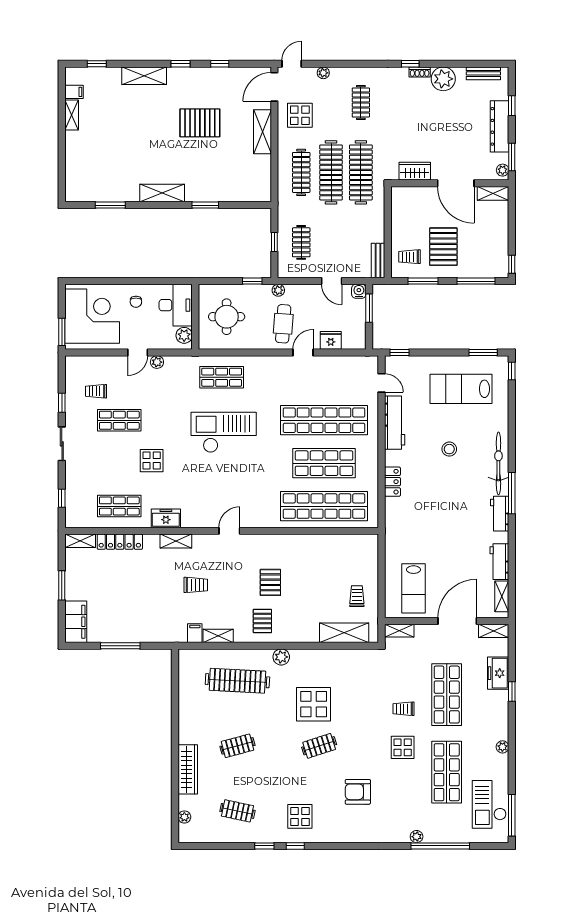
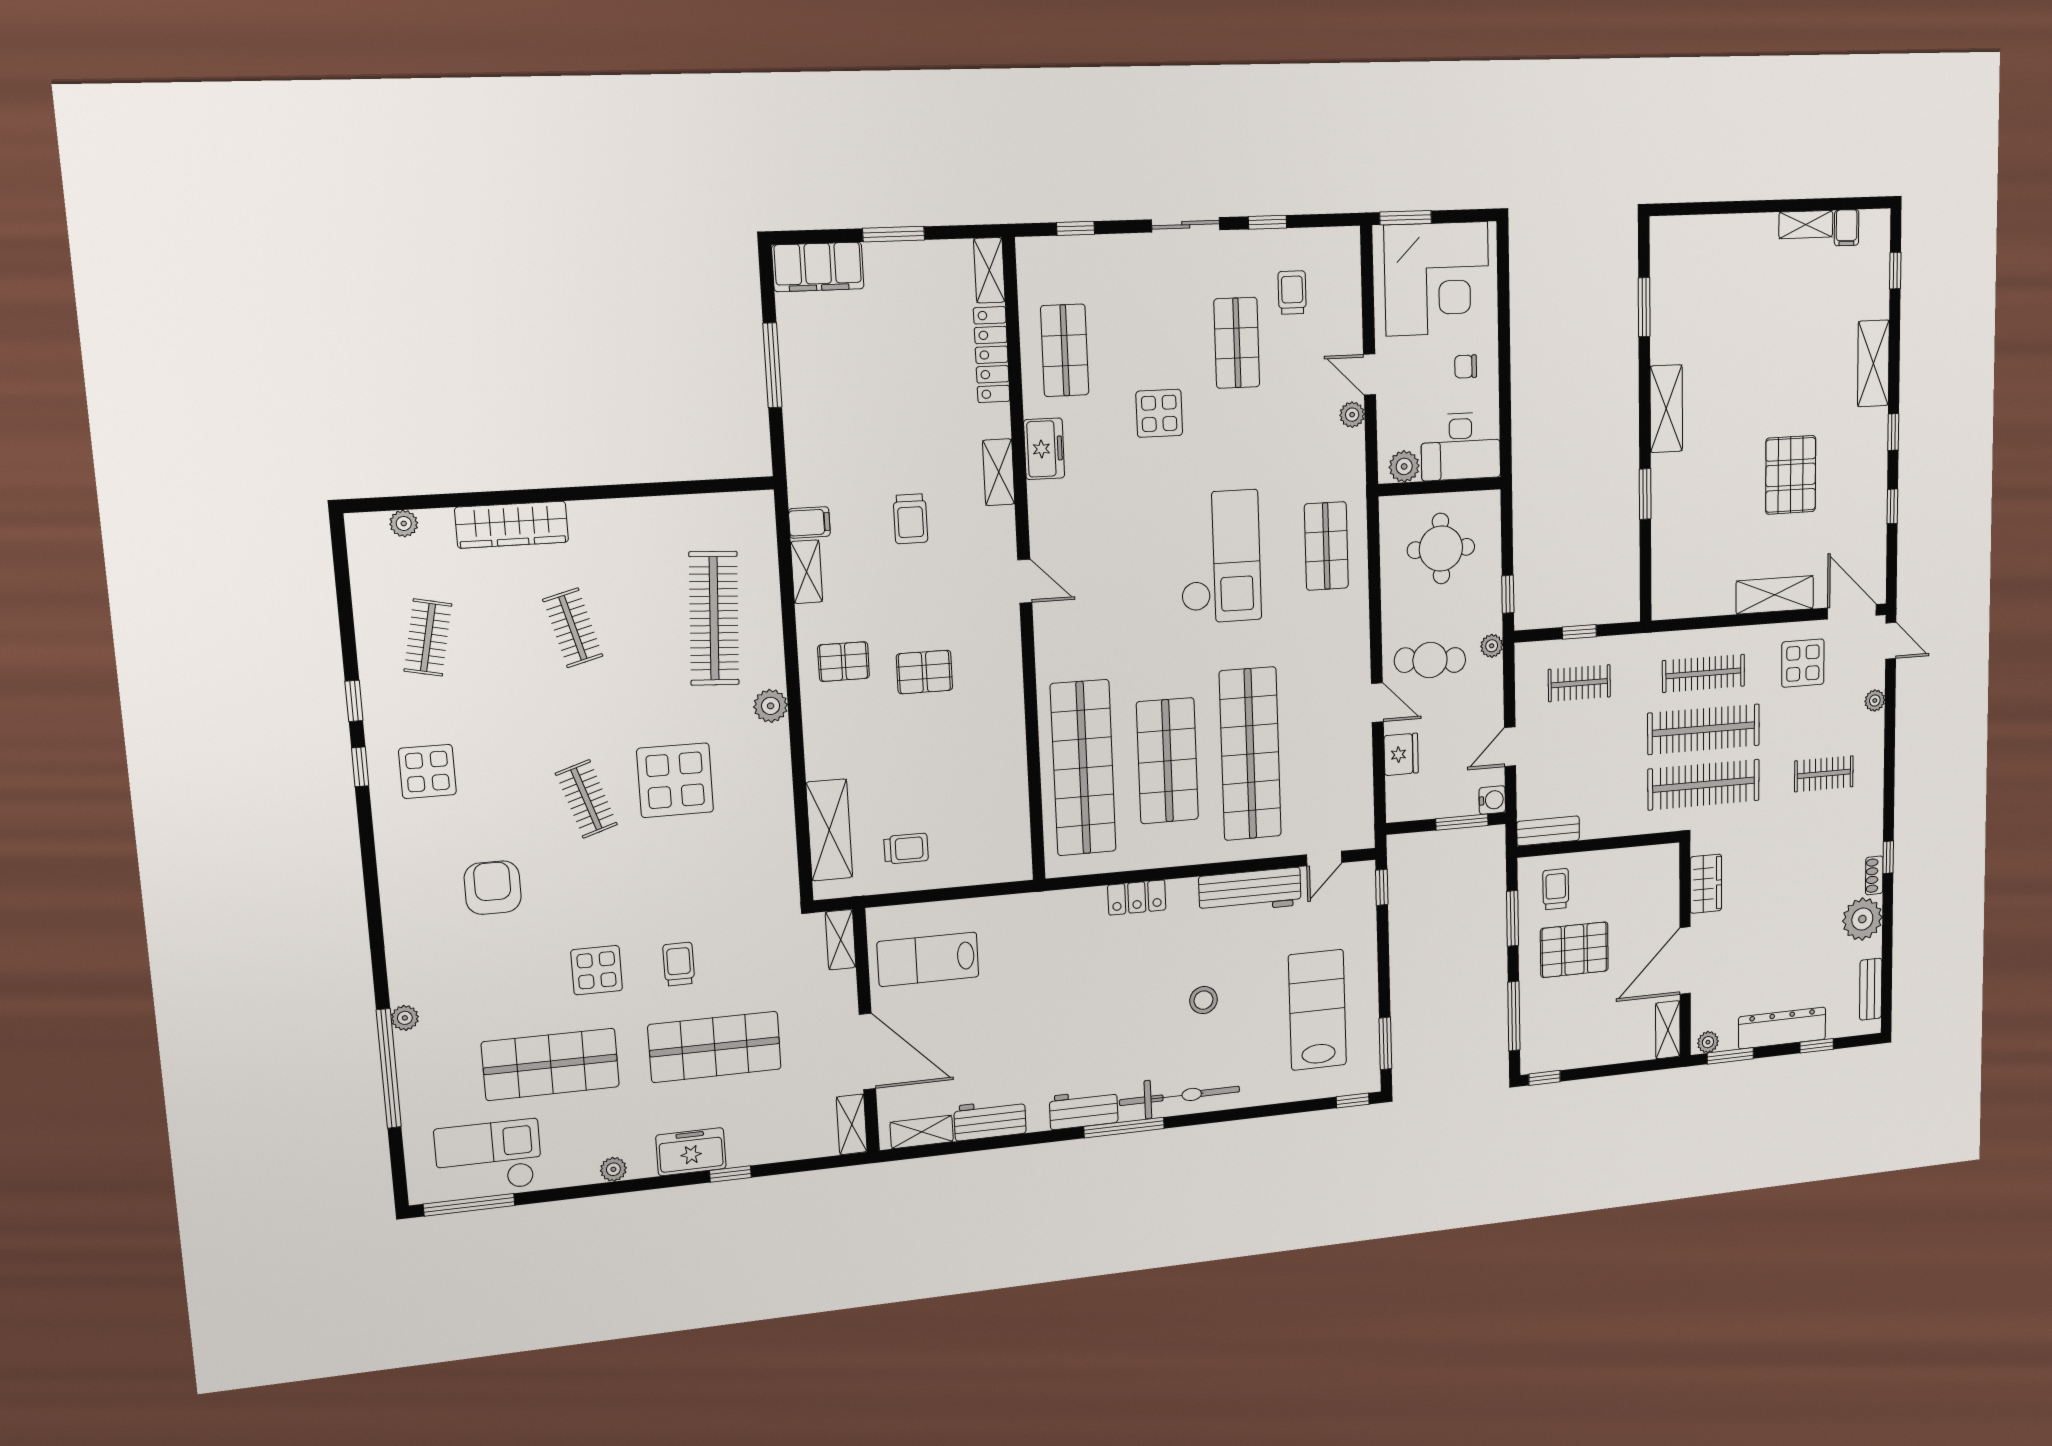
freezer: (498, 673) -> (691, 1152), moved

